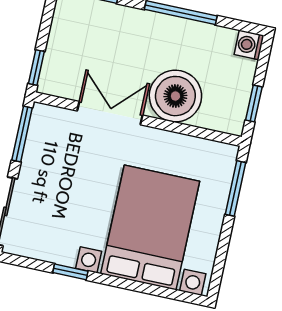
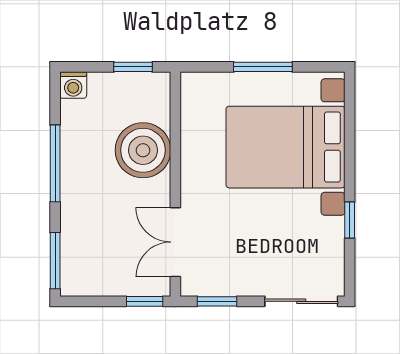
double door: (110, 113) -> (175, 242), moved
window: (22, 134) -> (217, 301), width x0.67
window: (235, 188) -> (263, 67), moved

